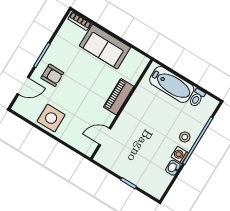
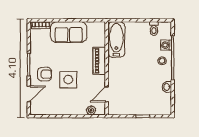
bathtub: (172, 85) -> (116, 39), moved, turned -90
side table: (51, 118) -> (68, 80), moved
plant: (78, 143) -> (91, 110), added
washing machine: (180, 155) -> (166, 45), moved

